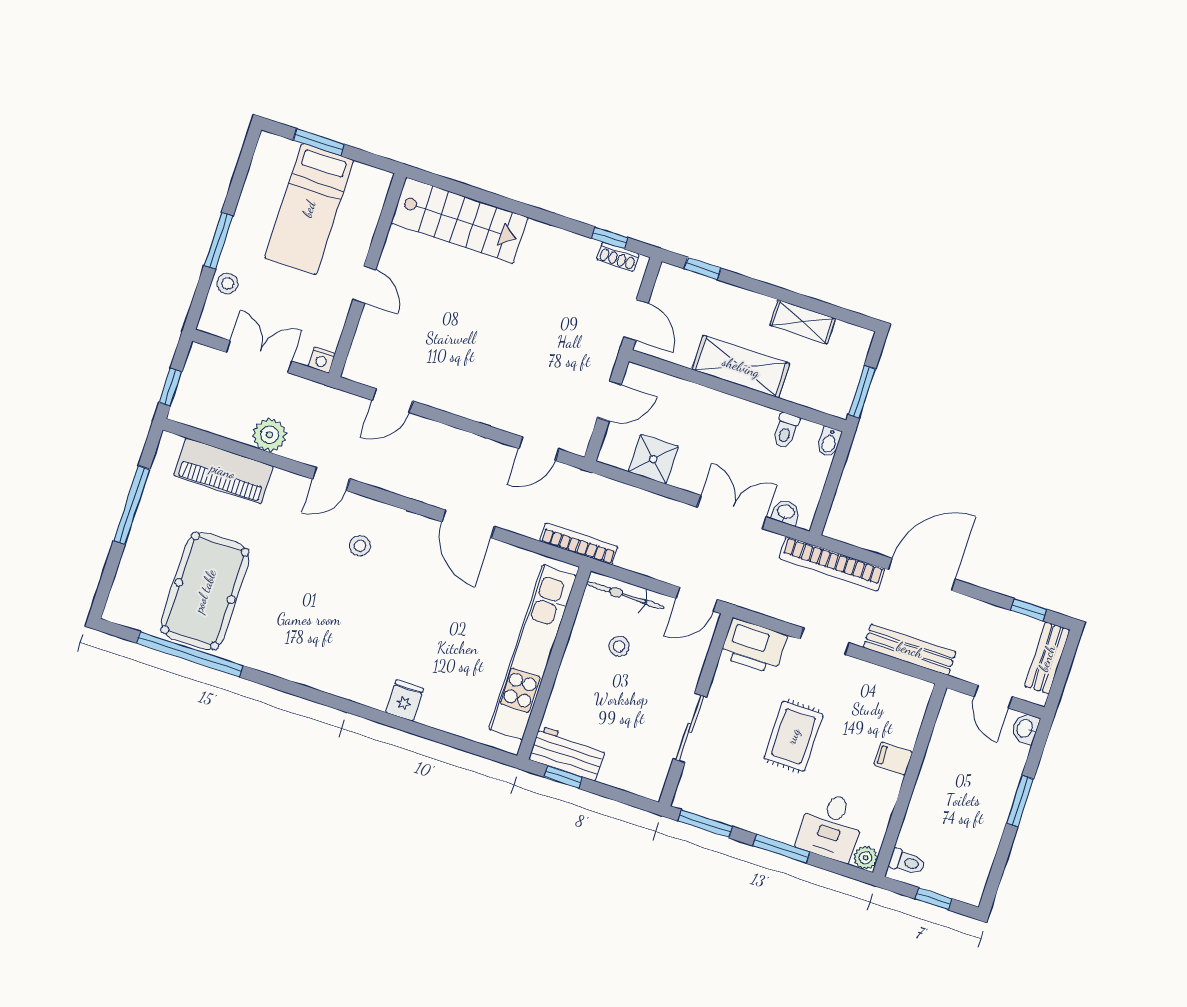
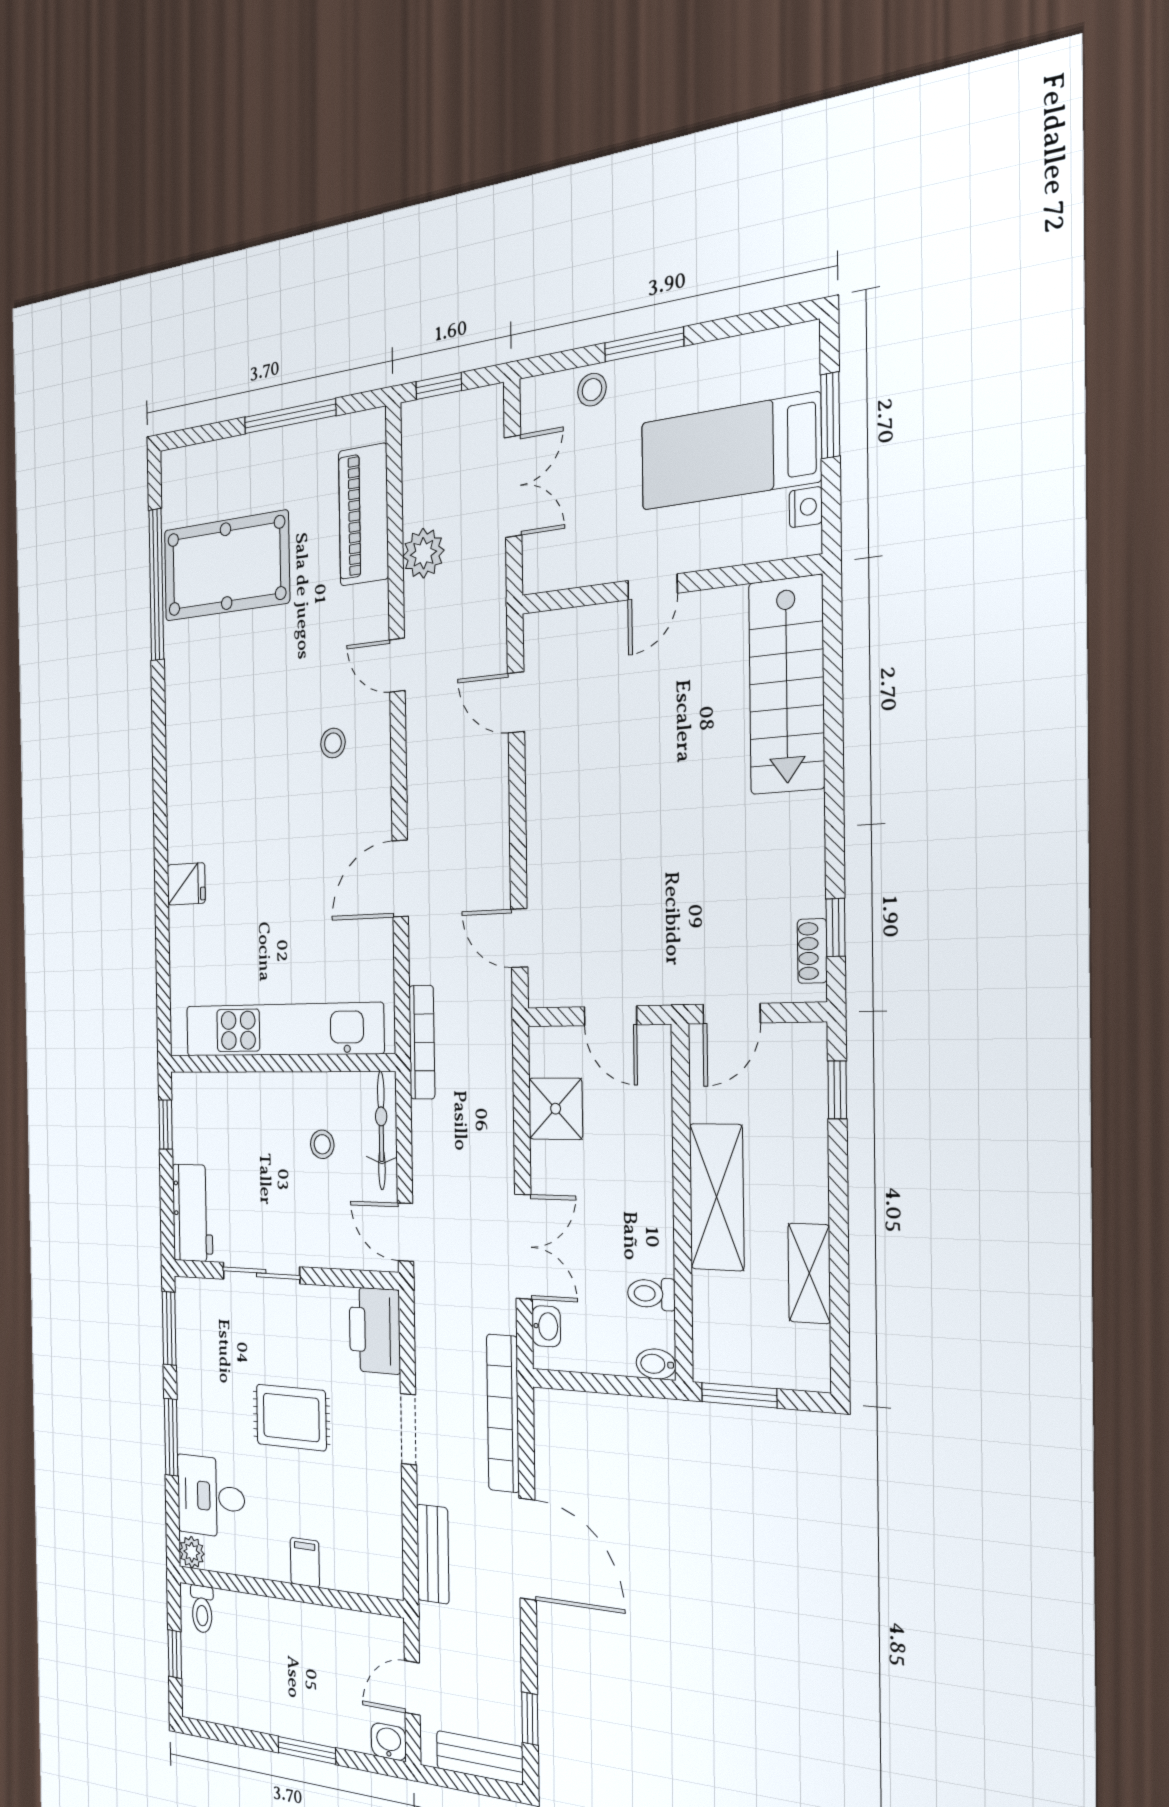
nightstand: (322, 360) -> (806, 507), moved, turned 180
bench: (910, 650) -> (433, 1554), width x0.73
workbench: (567, 753) -> (193, 1213), moved

